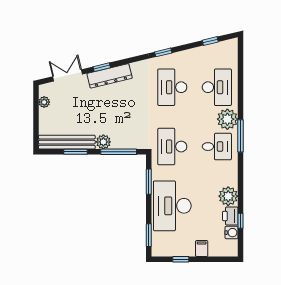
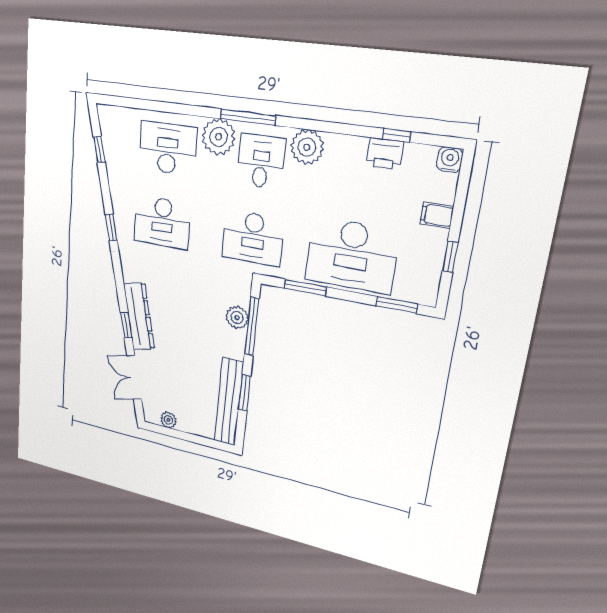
plant: (103, 142) -> (237, 318), moved
plant: (228, 196) -> (307, 147), moved
water cooler: (232, 233) -> (450, 159), moved

